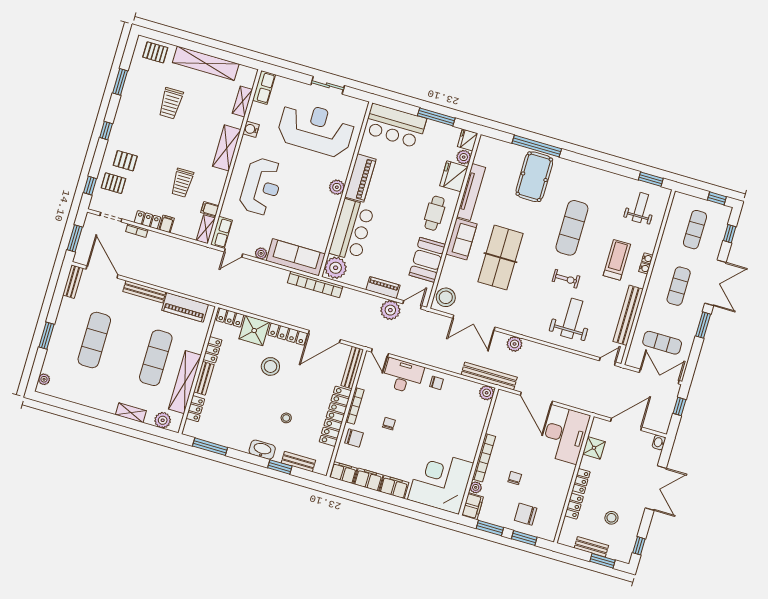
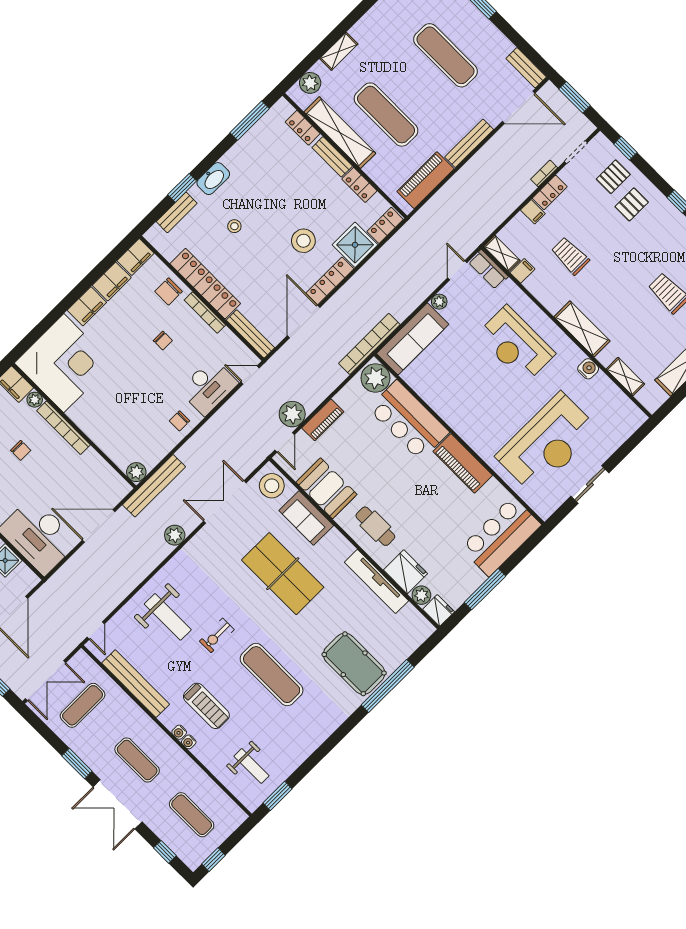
row of seats: (264, 87) -> (628, 410), removed
plant: (337, 187) -> (467, 430), removed
sofa: (461, 239) -> (306, 518), moved

